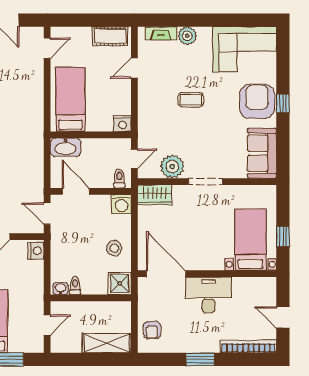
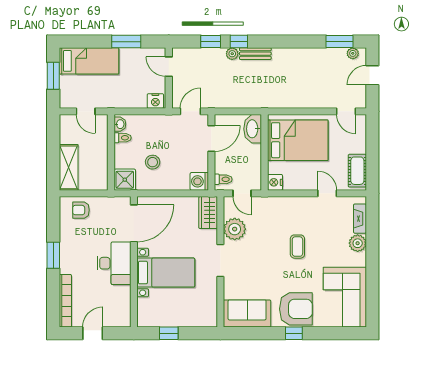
bed: (70, 99) -> (298, 140), width x1.50
bed with nightstands: (251, 240) -> (166, 273), moved
stool: (114, 248) -> (153, 162), moved

